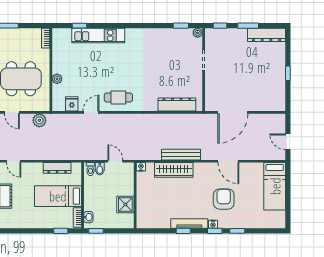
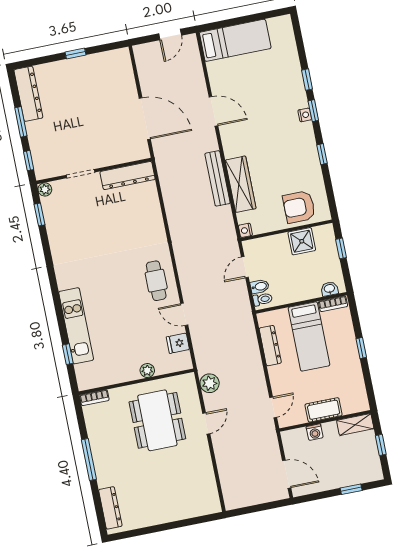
dresser: (177, 104) -> (128, 176), moved, turned -90
door: (228, 161) -> (213, 111), hinge flipped
armchair: (224, 199) -> (299, 207), moved
tv unit: (189, 224) -> (310, 148), removed
window: (61, 231) -> (361, 348), moved
window: (96, 231) -> (341, 248), moved

